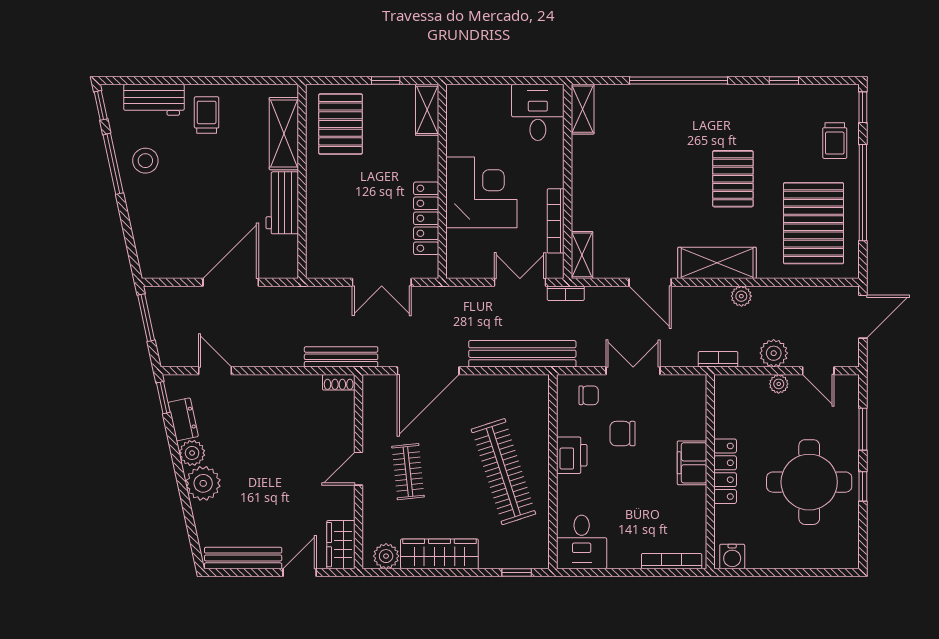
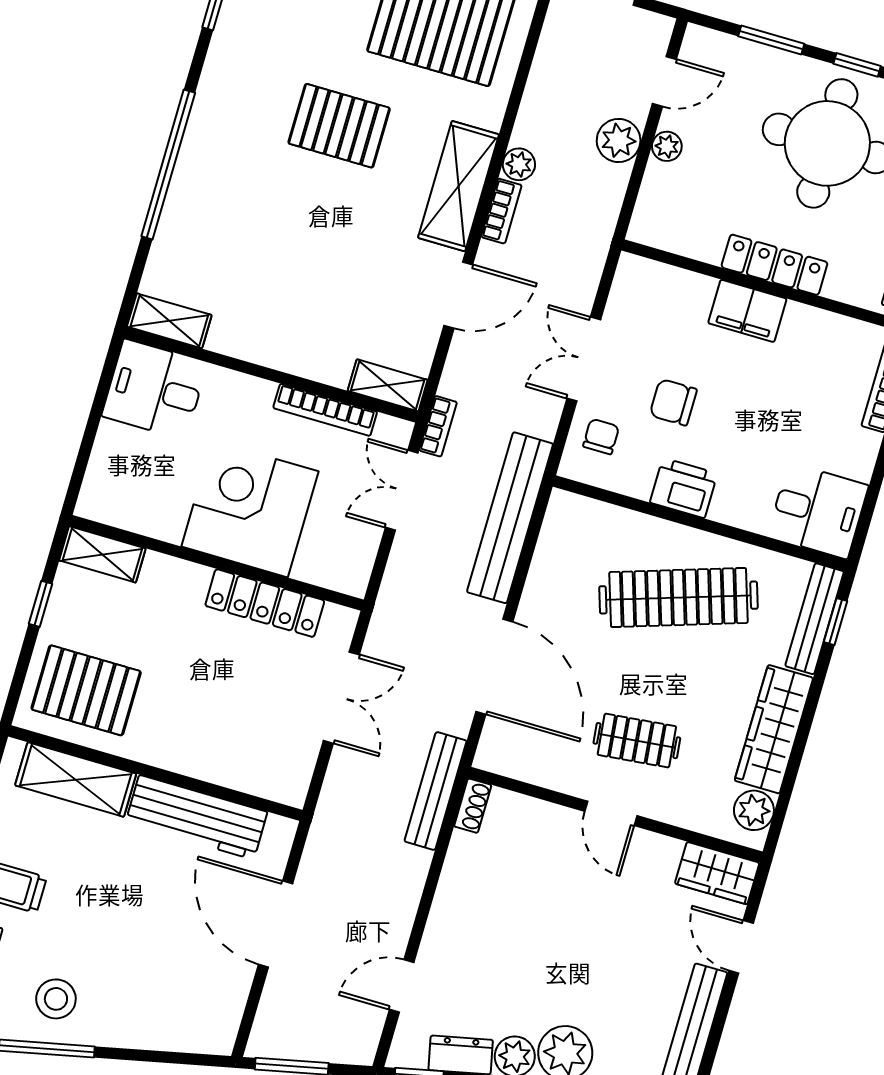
workbench: (282, 203) -> (196, 817), width x1.38
bookcase: (718, 359) -> (501, 211), moved, turned 180
chair: (623, 434) -> (673, 402), turned 90
bench: (515, 559) -> (815, 619), added

